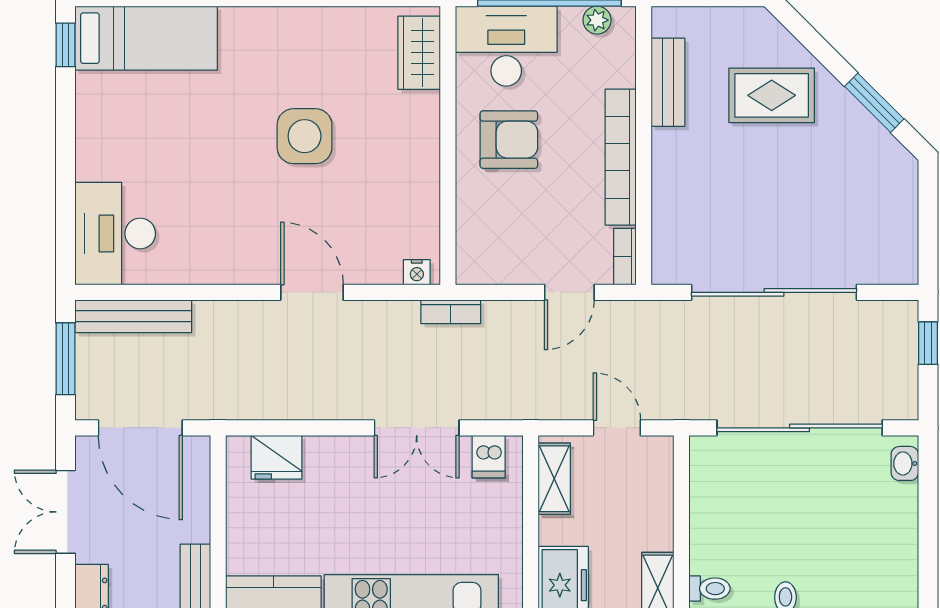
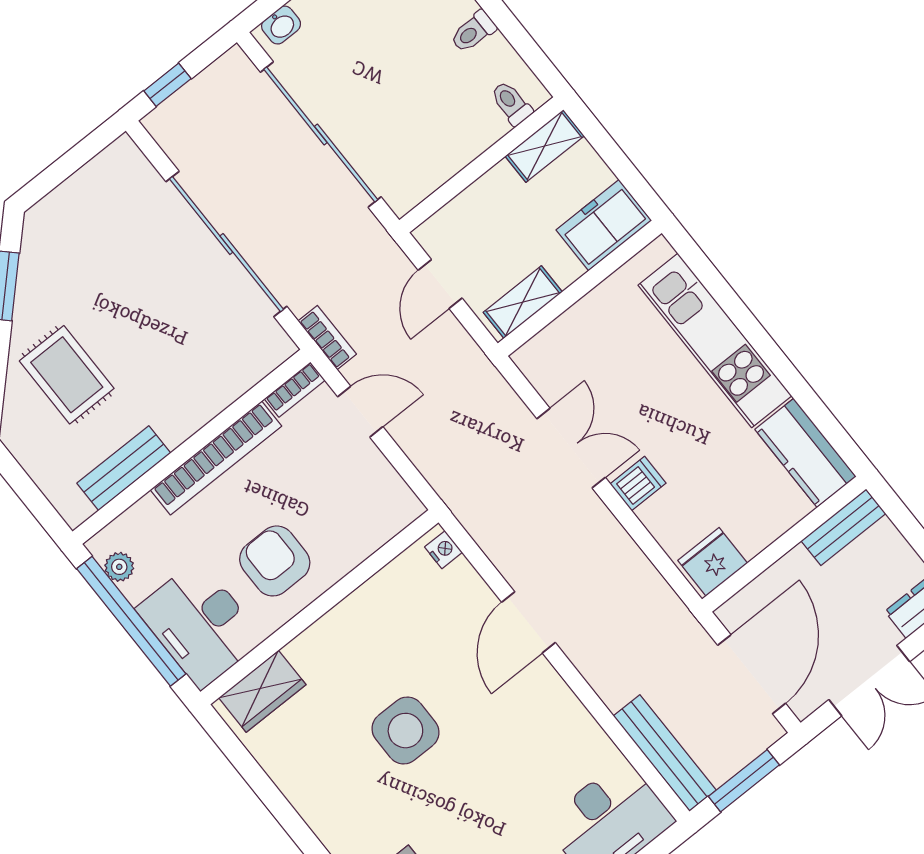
bookcase: (451, 312) -> (327, 338), moved
fridge: (276, 457) -> (713, 562), moved, turned -90
dishwasher: (489, 457) -> (638, 484), moved

